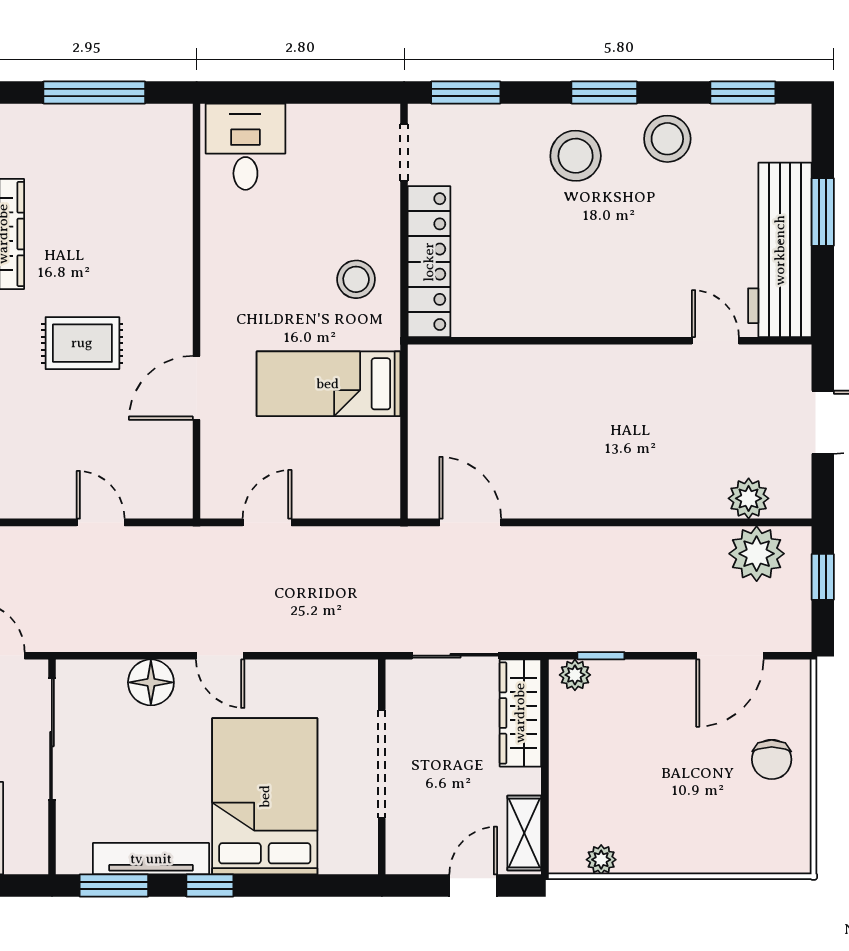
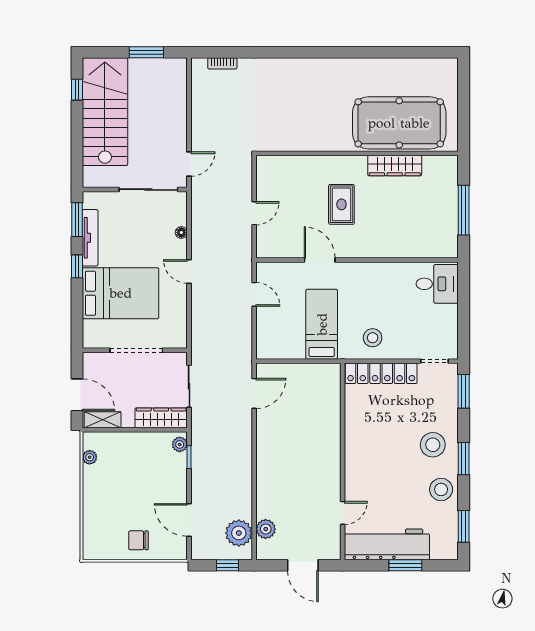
door: (220, 656) -> (189, 271), hinge flipped
floor lamp: (151, 682) -> (181, 232), width x0.53, depth x0.53
door: (473, 885) -> (77, 395), width x1.38

